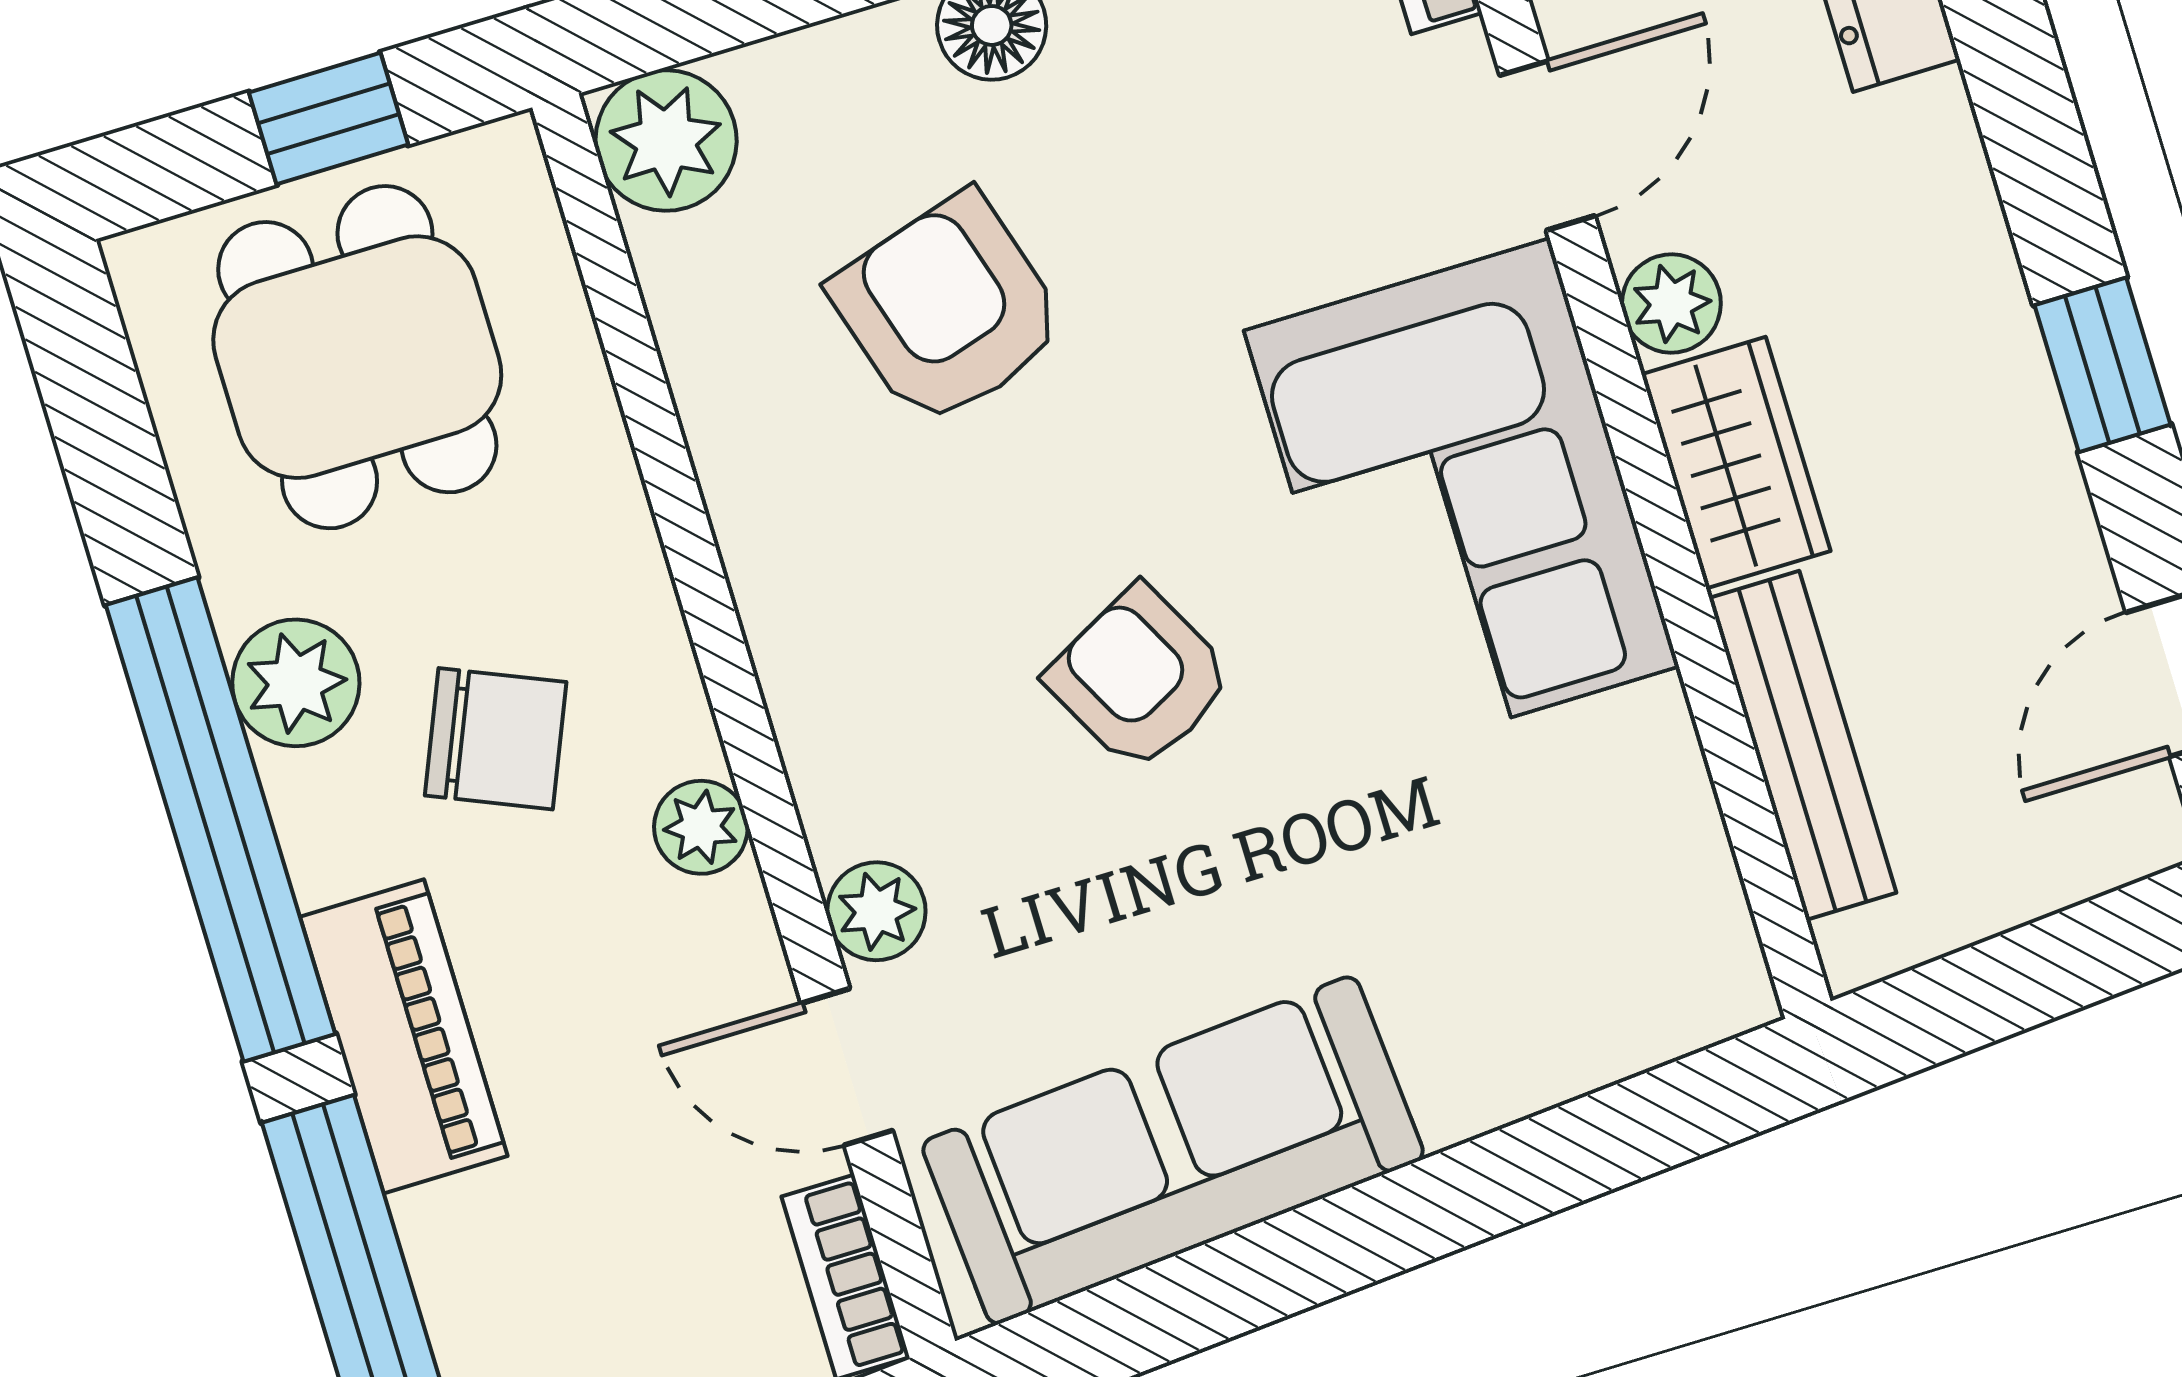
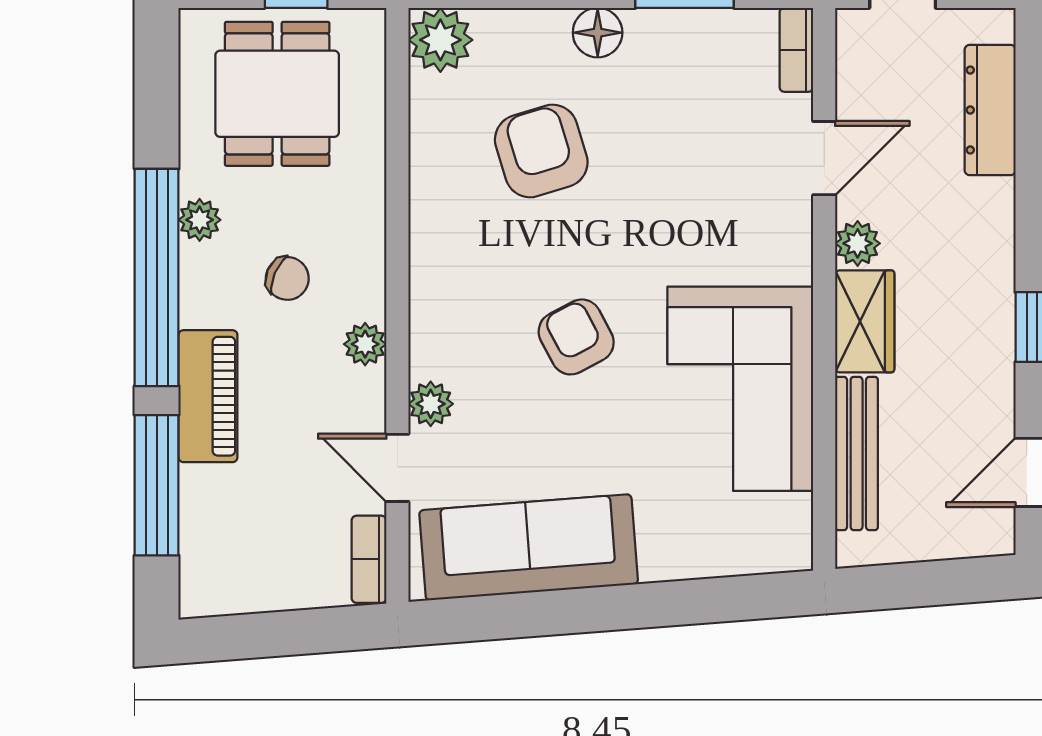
corner sofa: (1462, 498) -> (740, 389), moved
plant: (296, 683) -> (200, 220), width x0.73, depth x0.73
chair: (496, 739) -> (287, 278), width x0.73, depth x0.73

